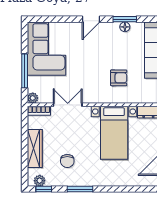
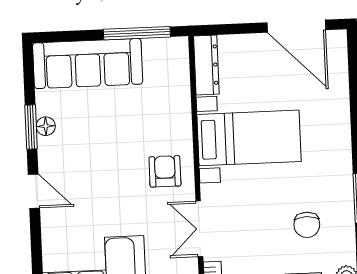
armchair: (119, 78) -> (165, 171), moved
chair: (67, 161) -> (307, 225), turned 90

